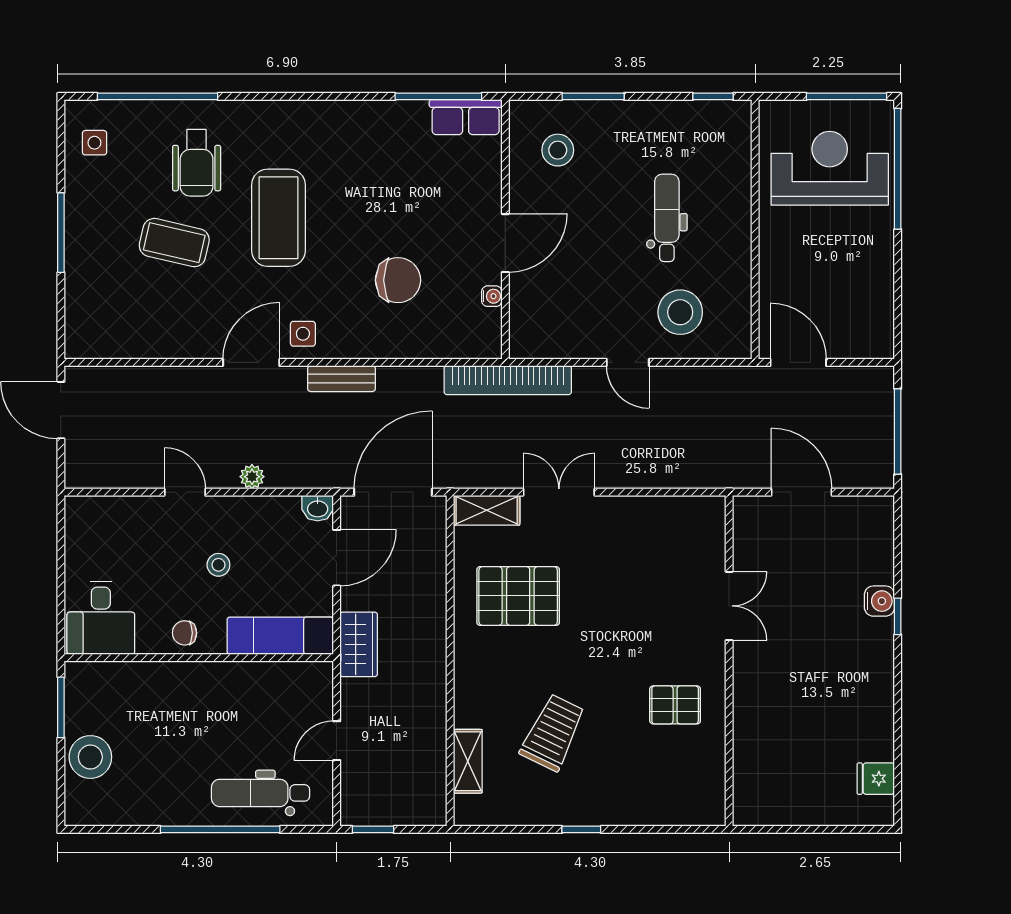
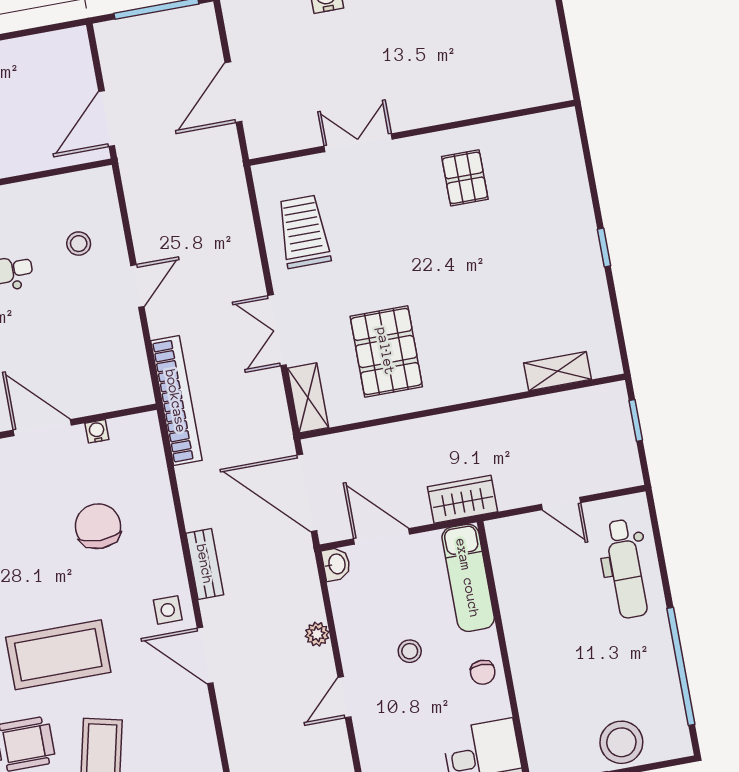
stool: (680, 312) -> (79, 244), width x0.53, depth x0.53
trolley: (553, 733) -> (304, 232), moved, turned 64
window: (220, 829) -> (681, 666), moved
window: (373, 829) -> (636, 420), moved

